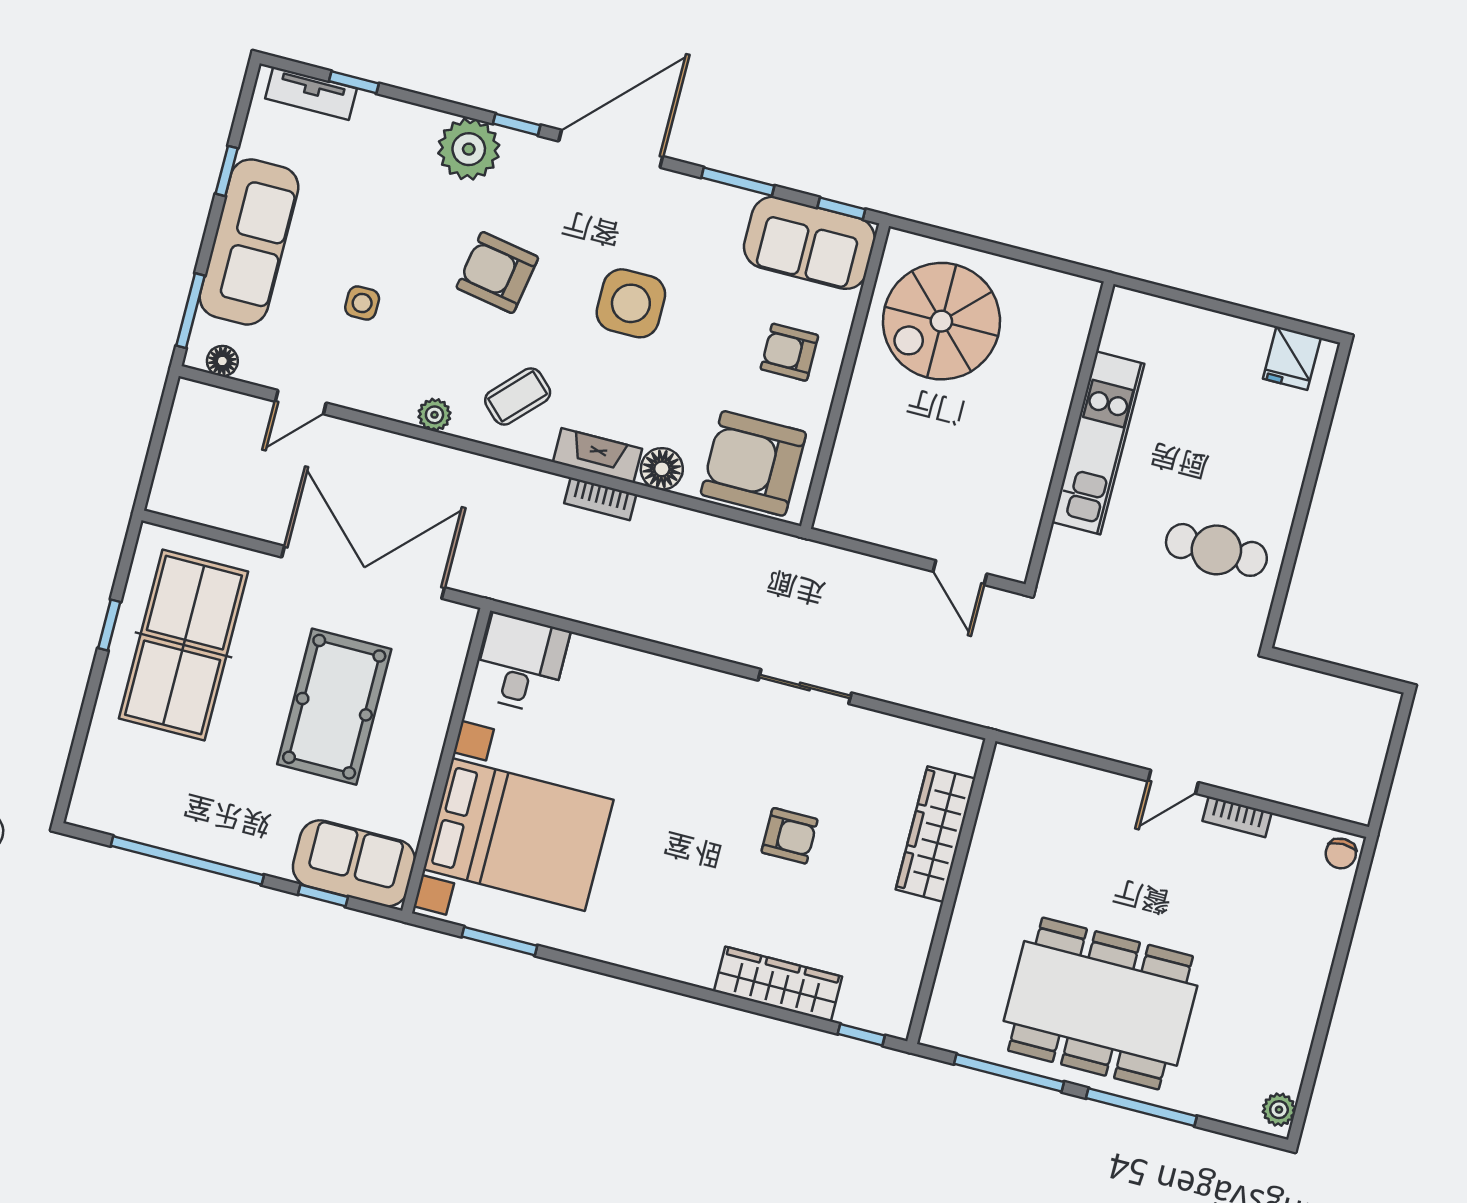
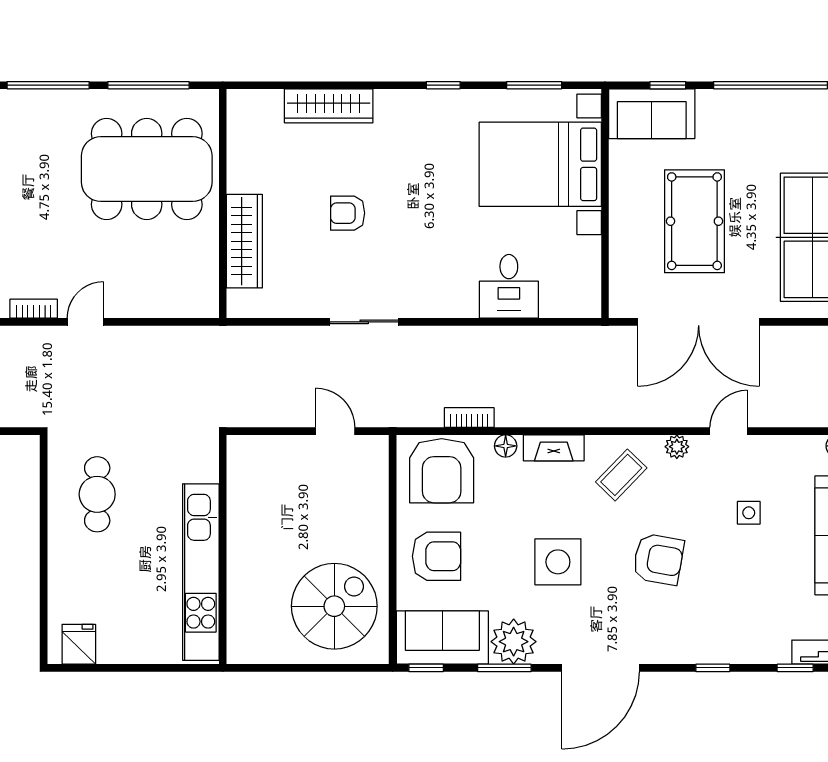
window: (517, 124) -> (713, 668), moved
plant: (469, 149) -> (514, 642), moved
armchair: (789, 352) -> (436, 556), width x1.38, depth x1.38
door: (301, 402) -> (729, 431), moved
kitchen unit: (1098, 443) -> (201, 572), width x1.36
armchair: (753, 463) -> (442, 471), turned 90
floor lamp: (662, 469) -> (506, 446), width x0.73, depth x0.73
bookcase: (600, 499) -> (469, 418), moved
cafe table: (1216, 550) -> (97, 494), turned 90
door: (960, 573) -> (335, 431), moved
desk: (521, 663) -> (509, 286), moved
dining table: (1100, 1003) -> (147, 169), moved
window: (861, 1035) -> (443, 85), moved

